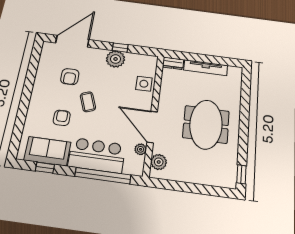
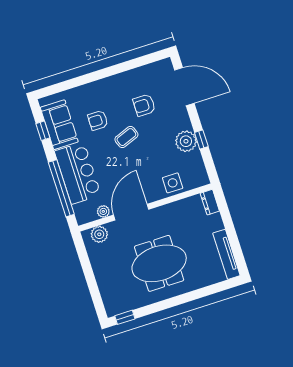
tv unit: (206, 68) -> (226, 254), moved
armchair: (62, 118) -> (98, 120), turned 180

